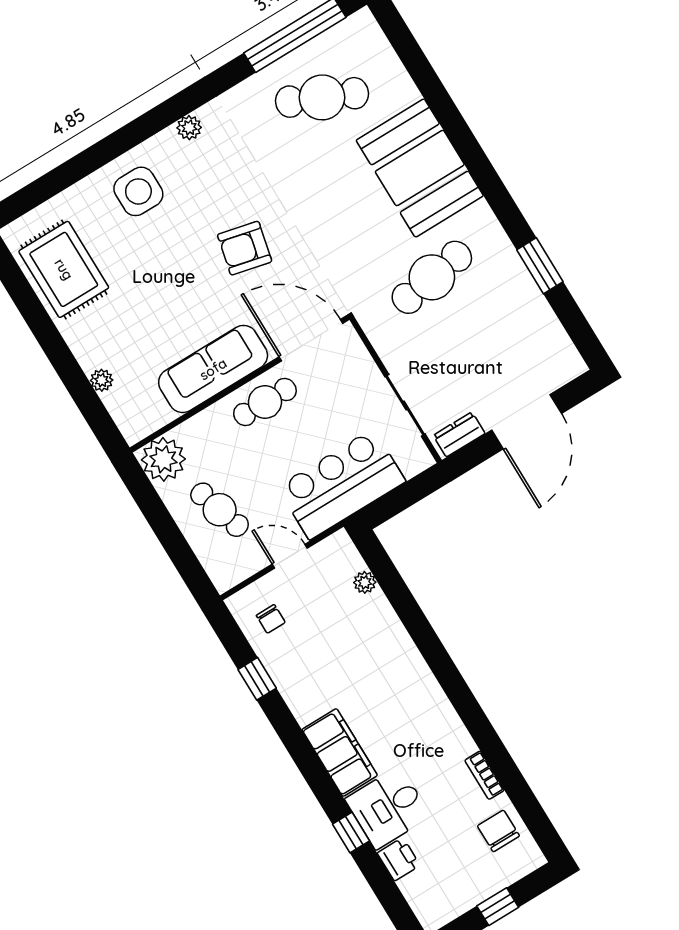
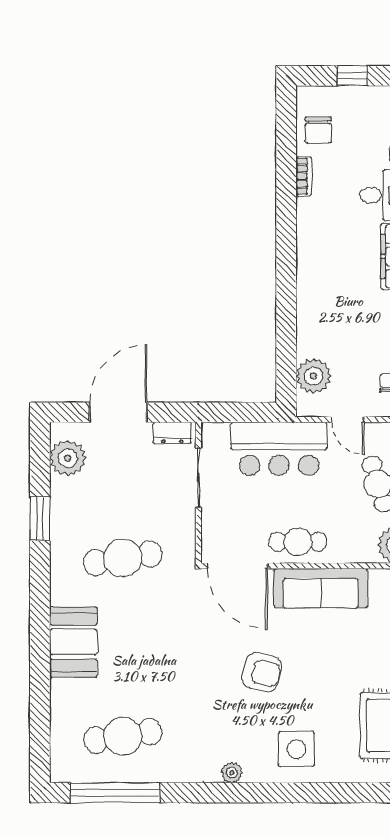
cafe table: (322, 97) -> (123, 736), turned -33
booth: (420, 168) -> (73, 642), width x0.73, depth x0.70
armchair: (245, 248) -> (262, 672), moved
plant: (549, 344) -> (68, 458), added
plant: (365, 582) -> (313, 376), width x1.88, depth x1.88

